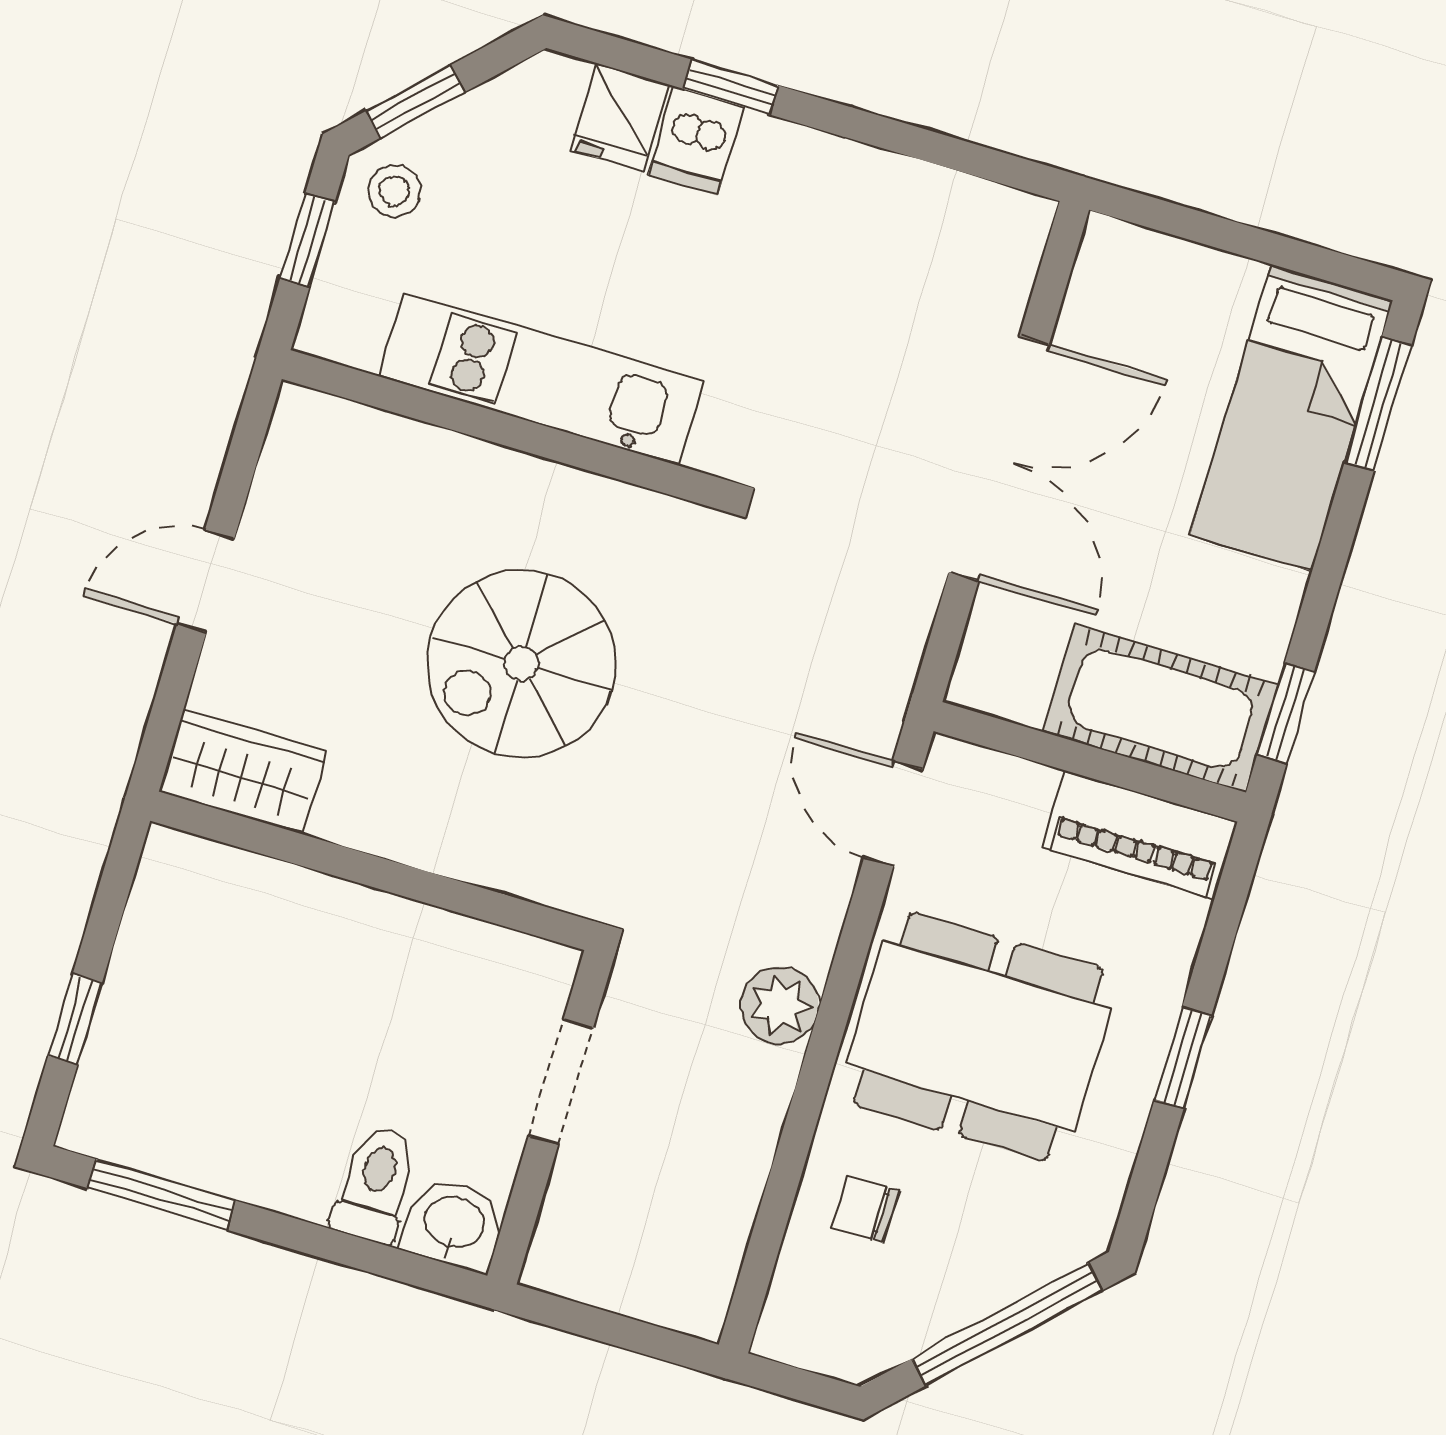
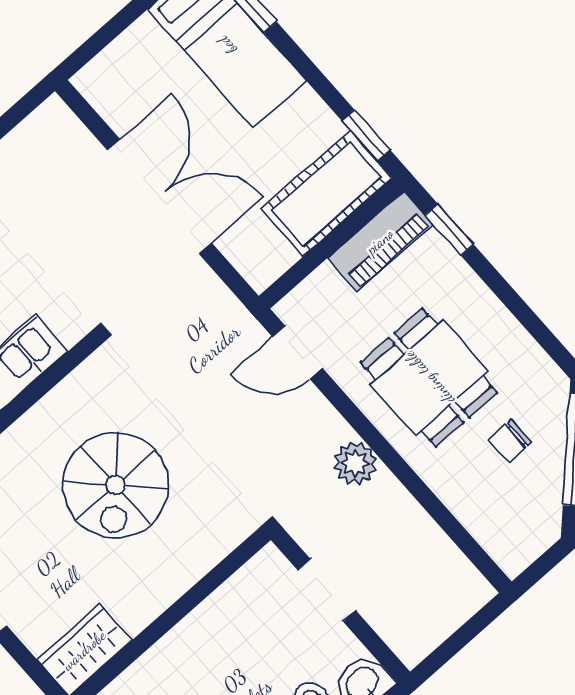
dining table: (979, 1036) -> (429, 378), width x0.73
window: (1183, 1057) -> (449, 230), moved
chair: (865, 1209) -> (510, 441), moved

